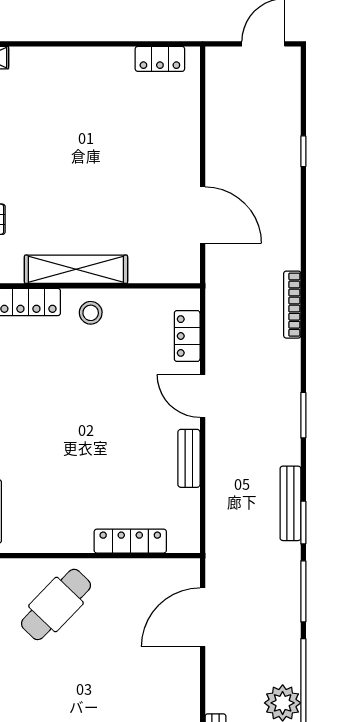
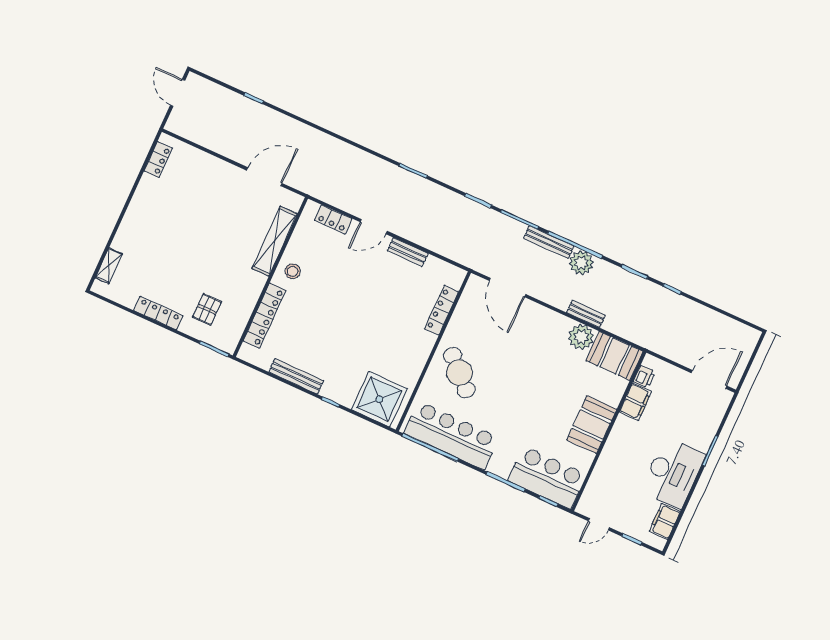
shelving: (76, 269) -> (275, 241), moved
bookcase: (292, 305) -> (343, 147), removed
bench: (290, 503) -> (549, 242), moved

